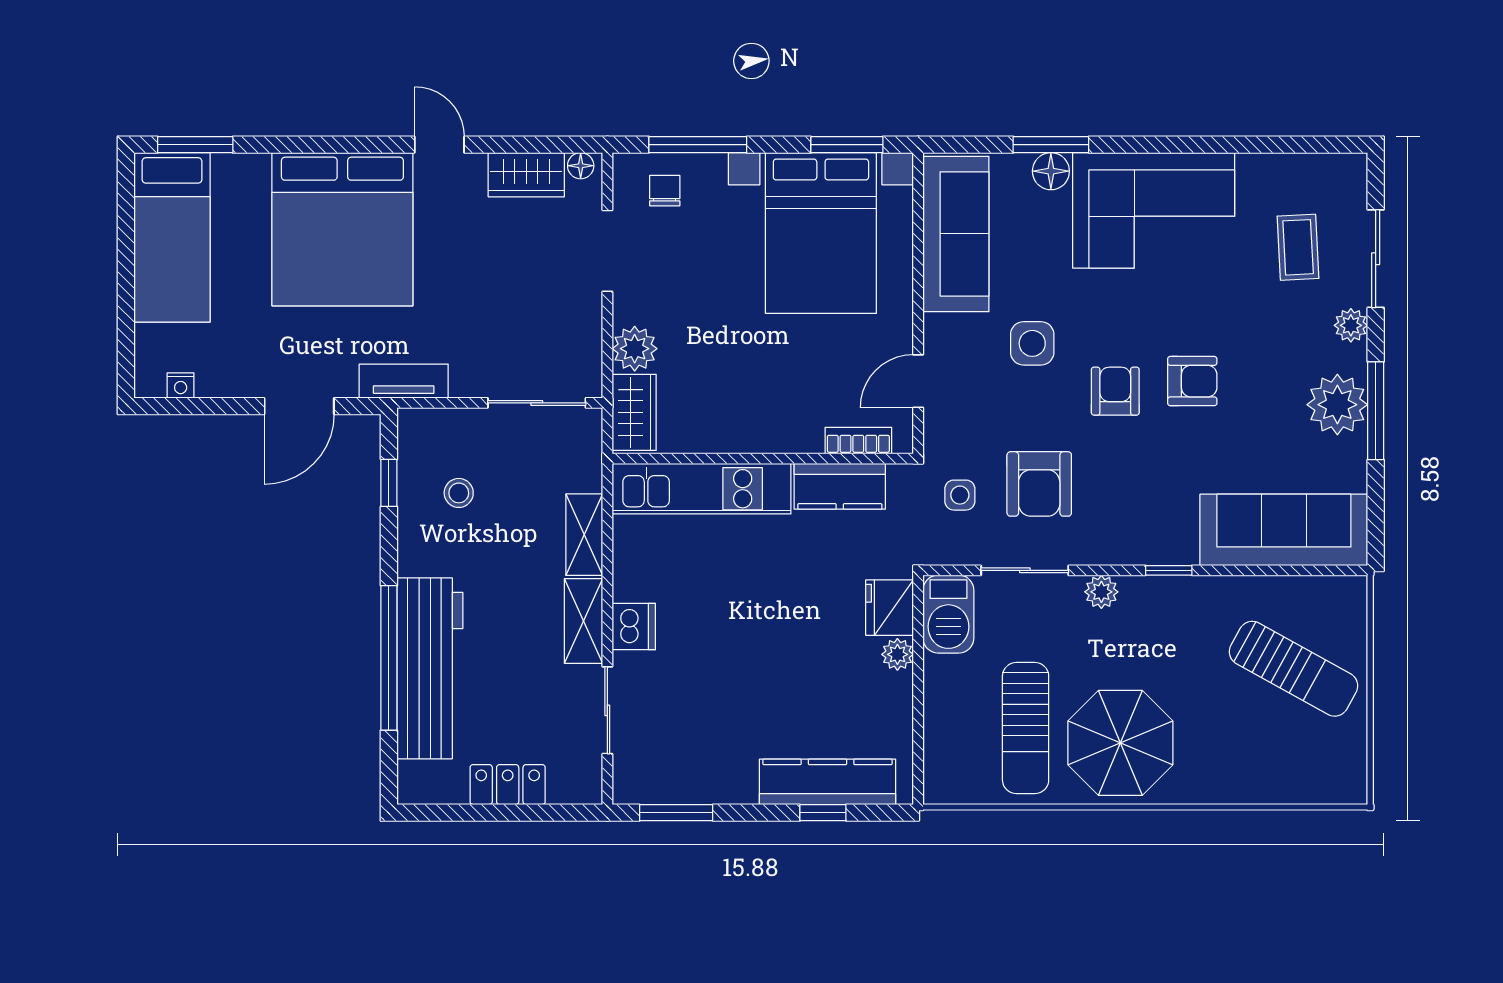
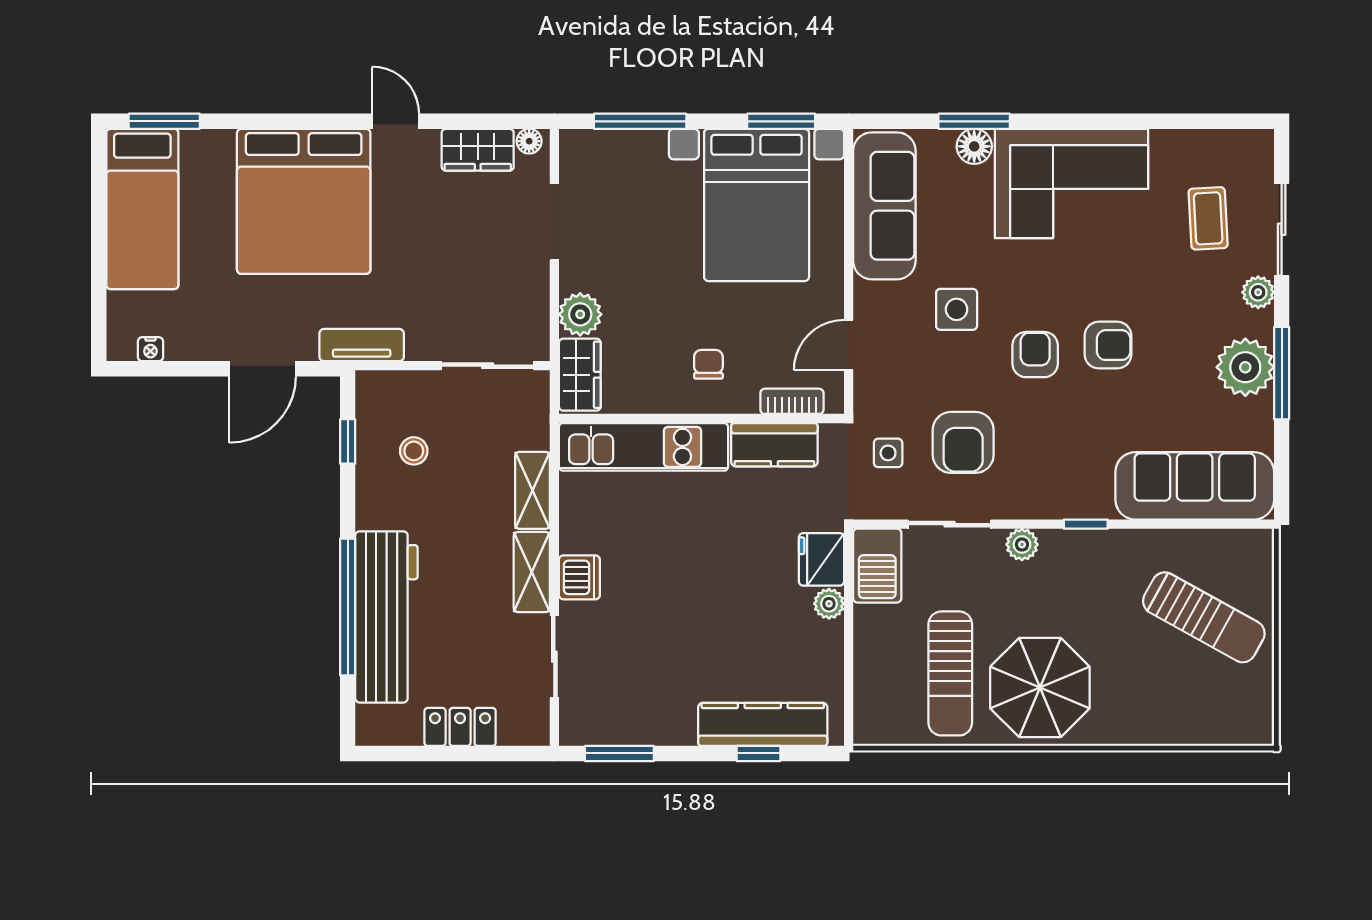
chair: (665, 191) -> (708, 364), moved

